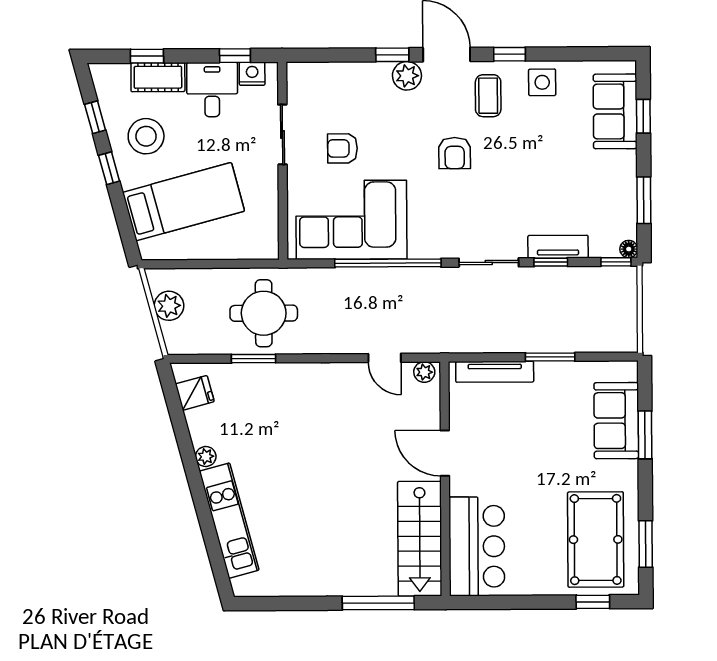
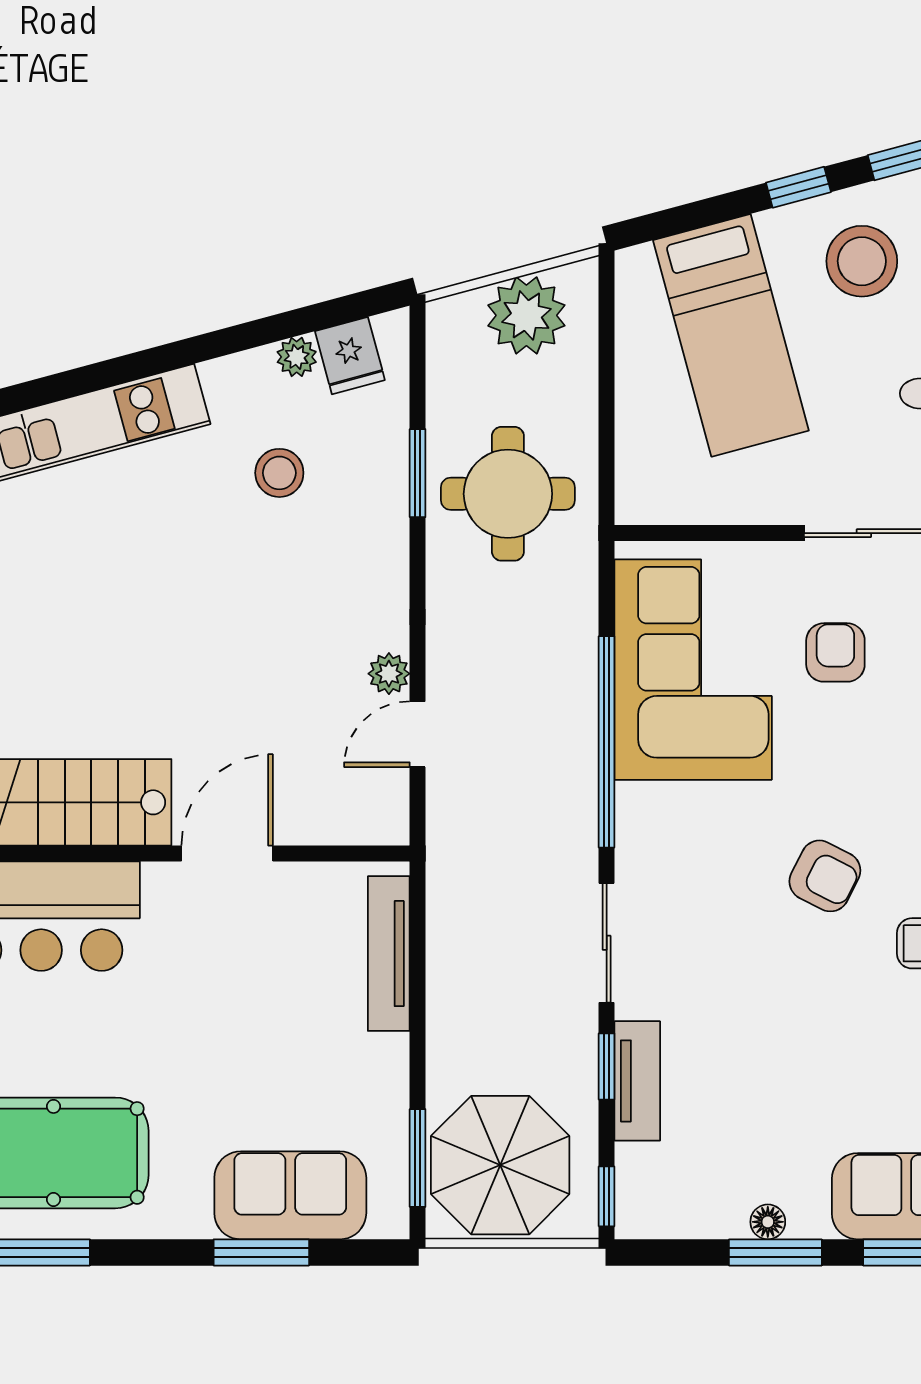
armchair: (455, 153) -> (825, 876), turned -153
window: (644, 200) -> (775, 1252), moved
floor lamp: (629, 249) -> (768, 1222), moved
plant: (169, 306) -> (526, 315), width x1.36, depth x1.36
parasol: (601, 315) -> (500, 1165), added
window: (550, 357) -> (418, 1158), moved
plant: (424, 372) -> (389, 674), moved
stool: (254, 428) -> (279, 473), added
plant: (206, 456) -> (297, 357), moved

